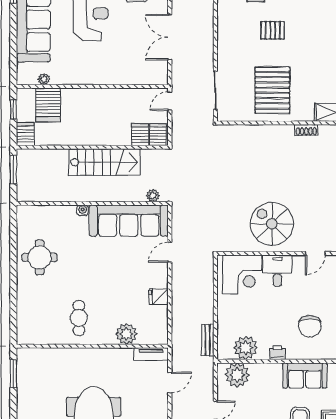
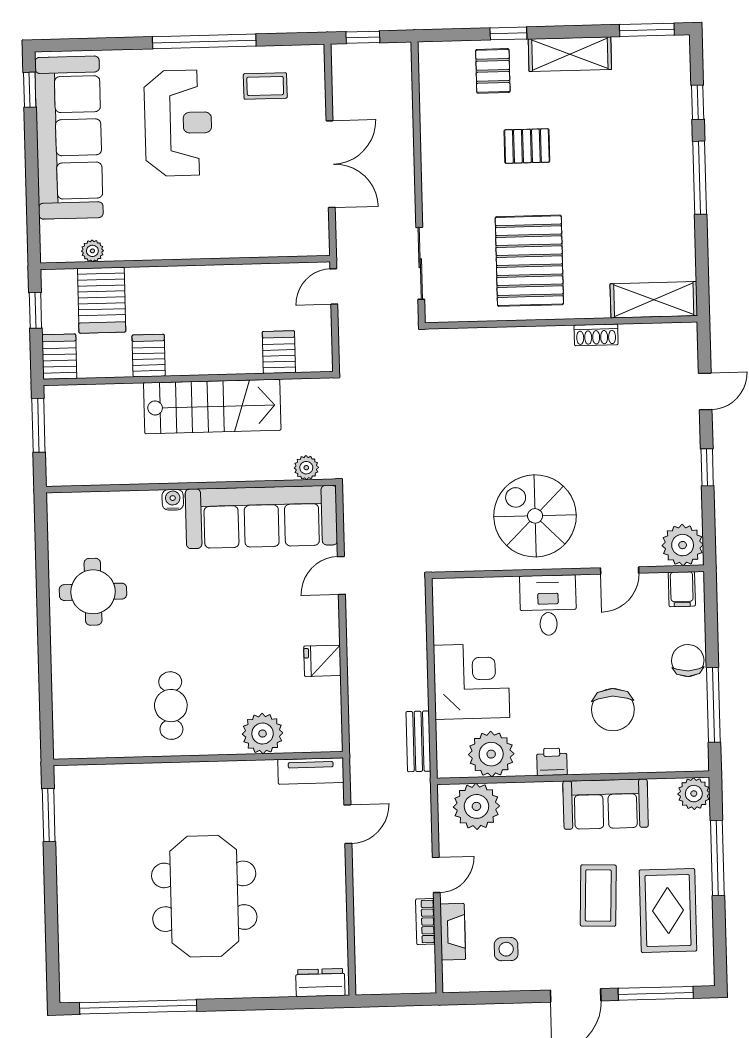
double door: (170, 37) -> (331, 164), swing flipped
server rack: (158, 135) -> (149, 356), moved
corner desk: (242, 274) -> (471, 681), moved, turned -90

